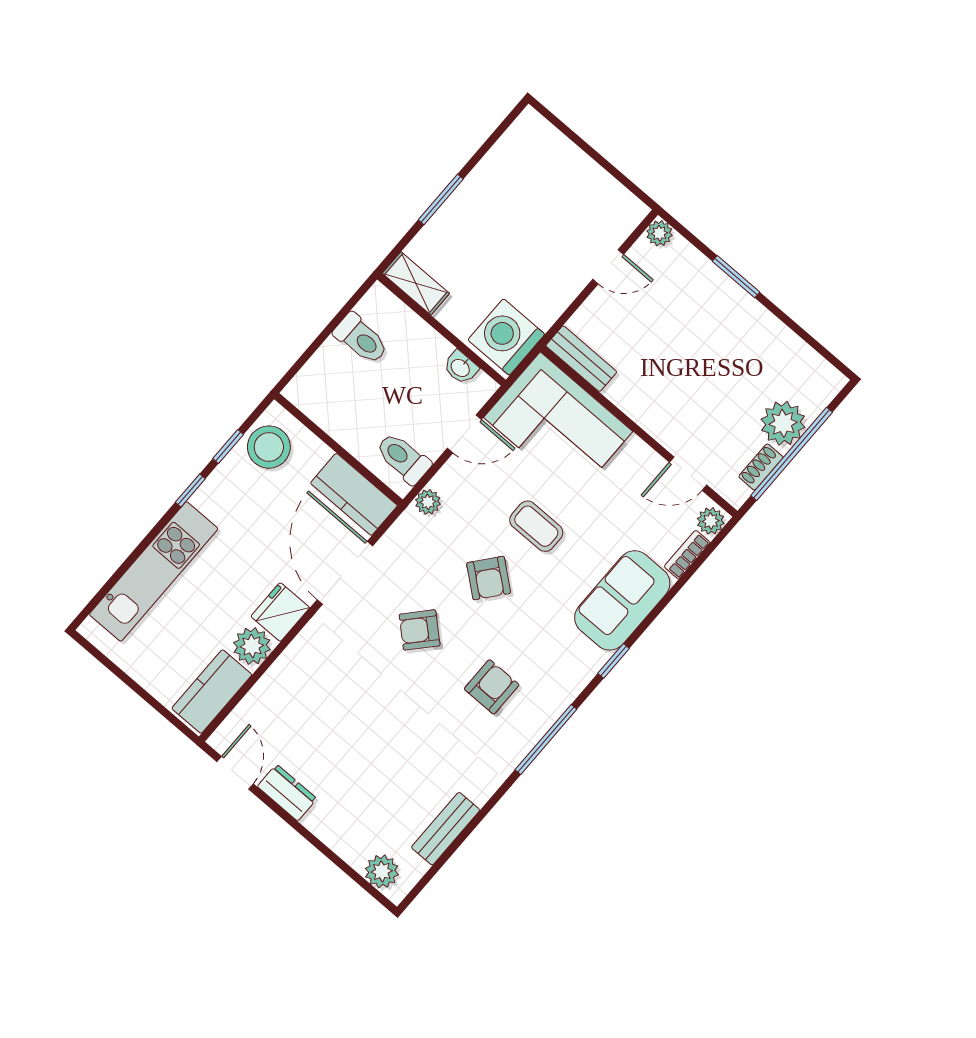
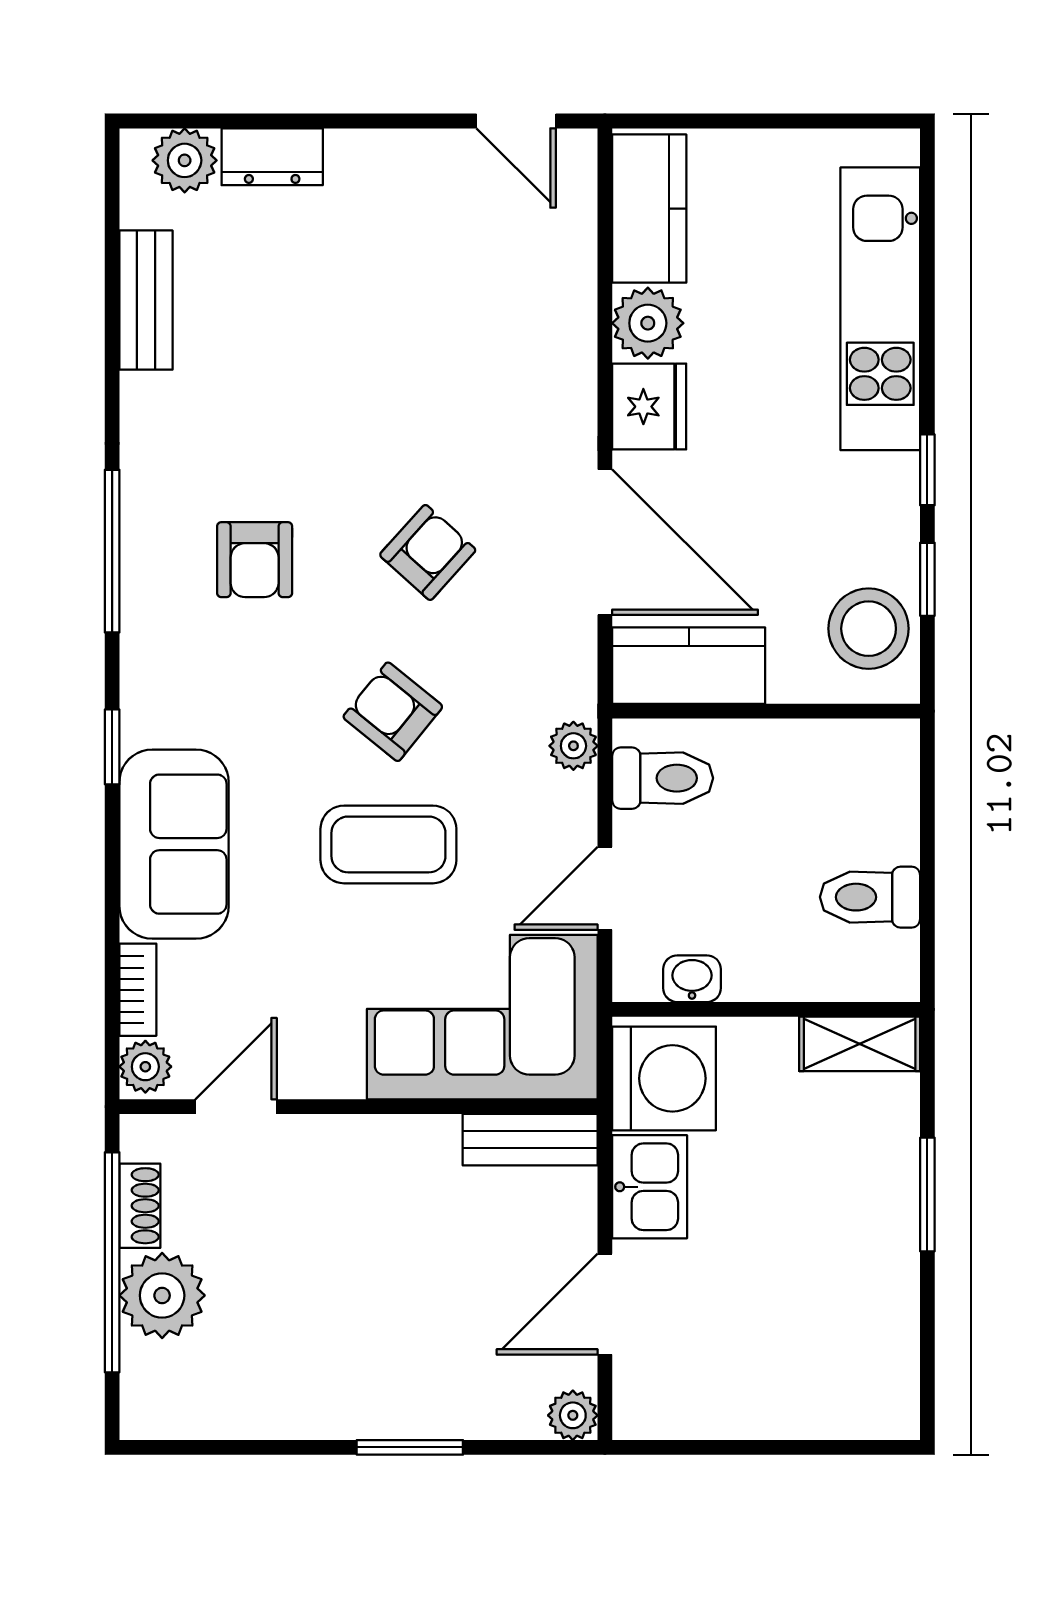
door: (608, 267) -> (605, 1304), width x1.38
kitchen sink: (550, 299) -> (650, 1187), added
coffee table: (536, 526) -> (388, 844), width x1.36, depth x1.30
dresser: (287, 793) -> (272, 157), moved

